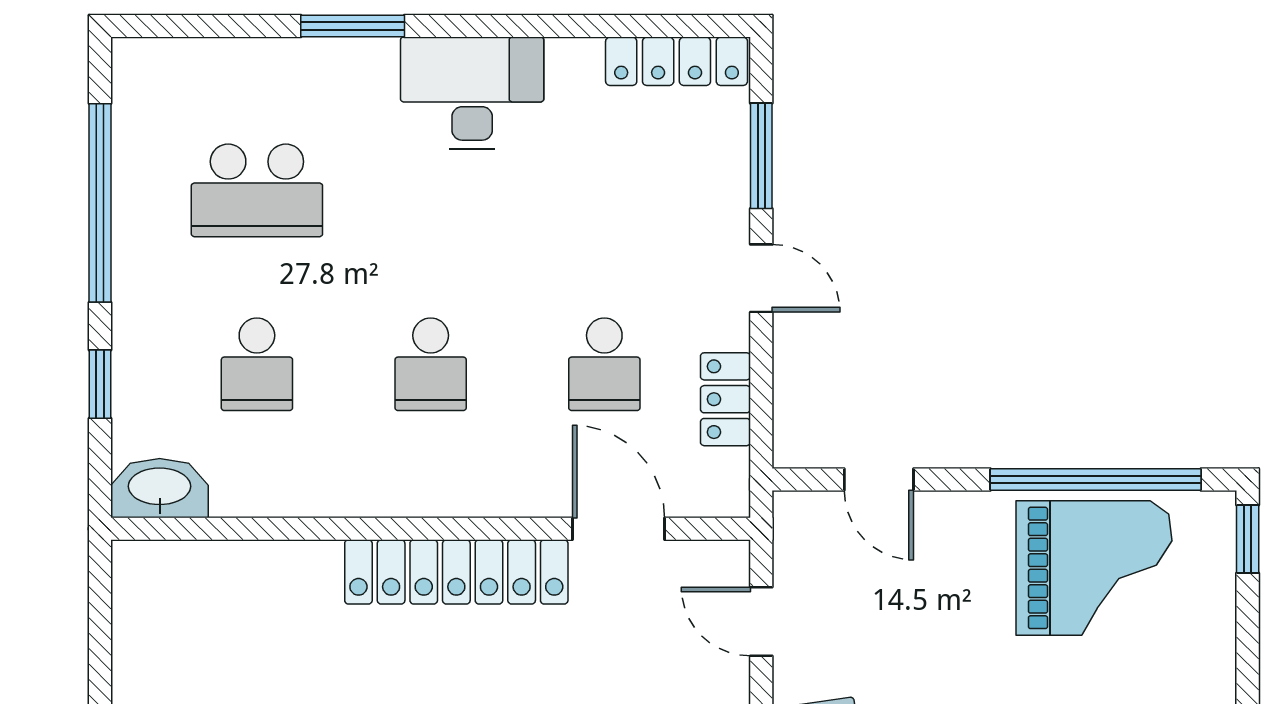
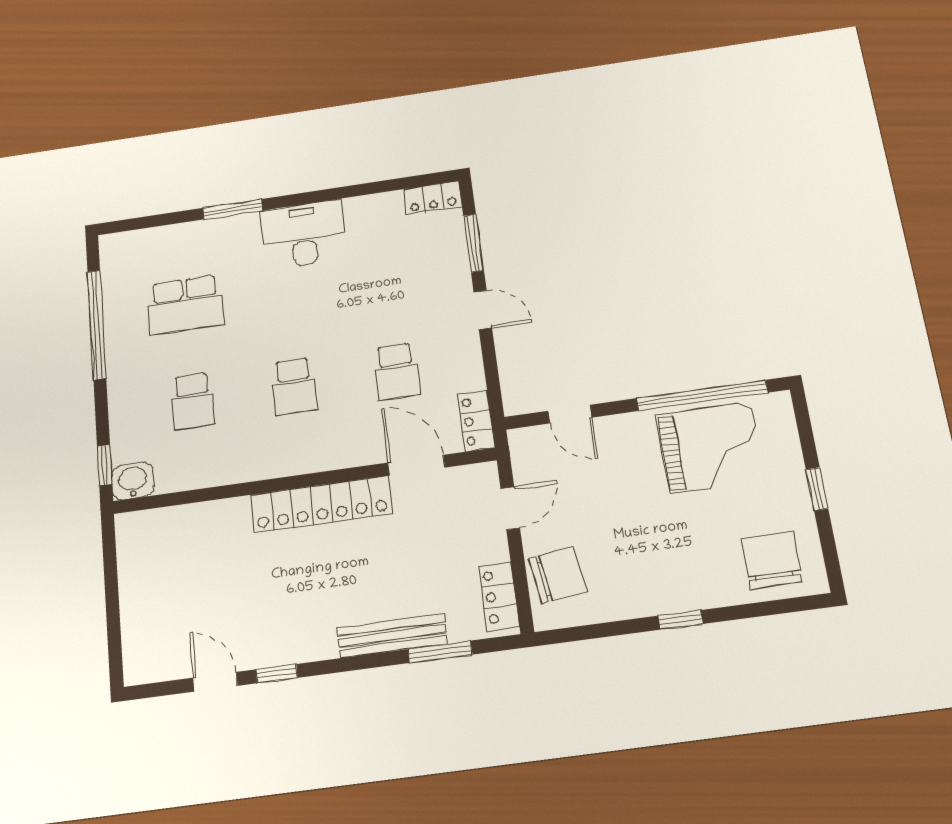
locker: (677, 61) -> (433, 198), width x0.66
window: (100, 384) -> (105, 465), moved
locker: (725, 399) -> (476, 421), moved
washbasin: (160, 488) -> (133, 481), width x0.72
window: (1248, 539) -> (817, 489), moved
door: (761, 621) -> (510, 508), swing flipped

